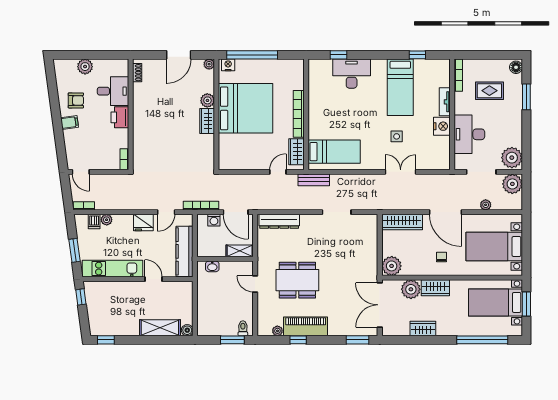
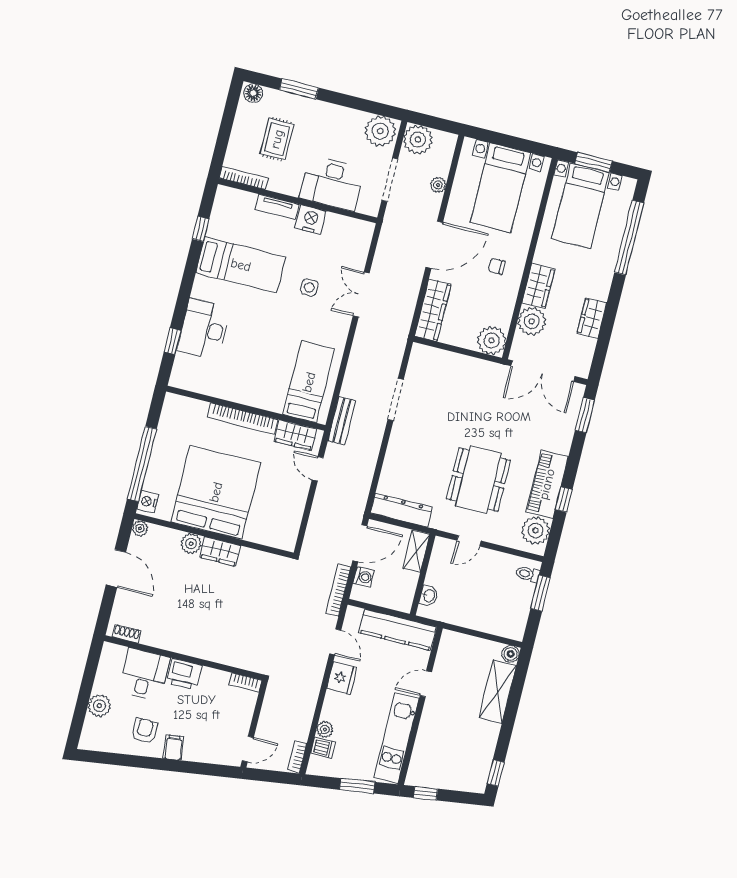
dresser: (279, 221) -> (401, 510), moved, turned -90
plant: (277, 331) -> (536, 531), width x1.87, depth x1.87

